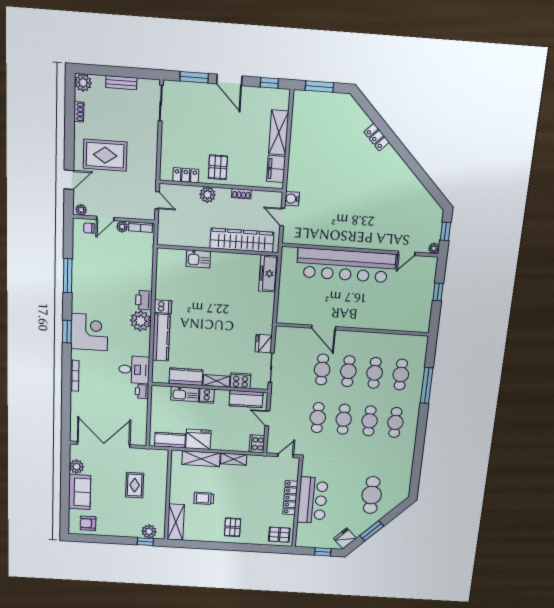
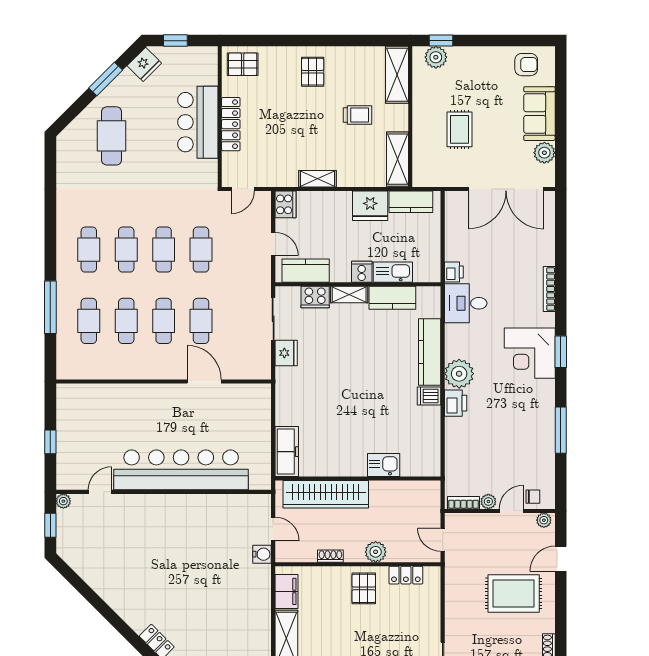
shelving: (201, 459) -> (397, 159), moved, turned 90

